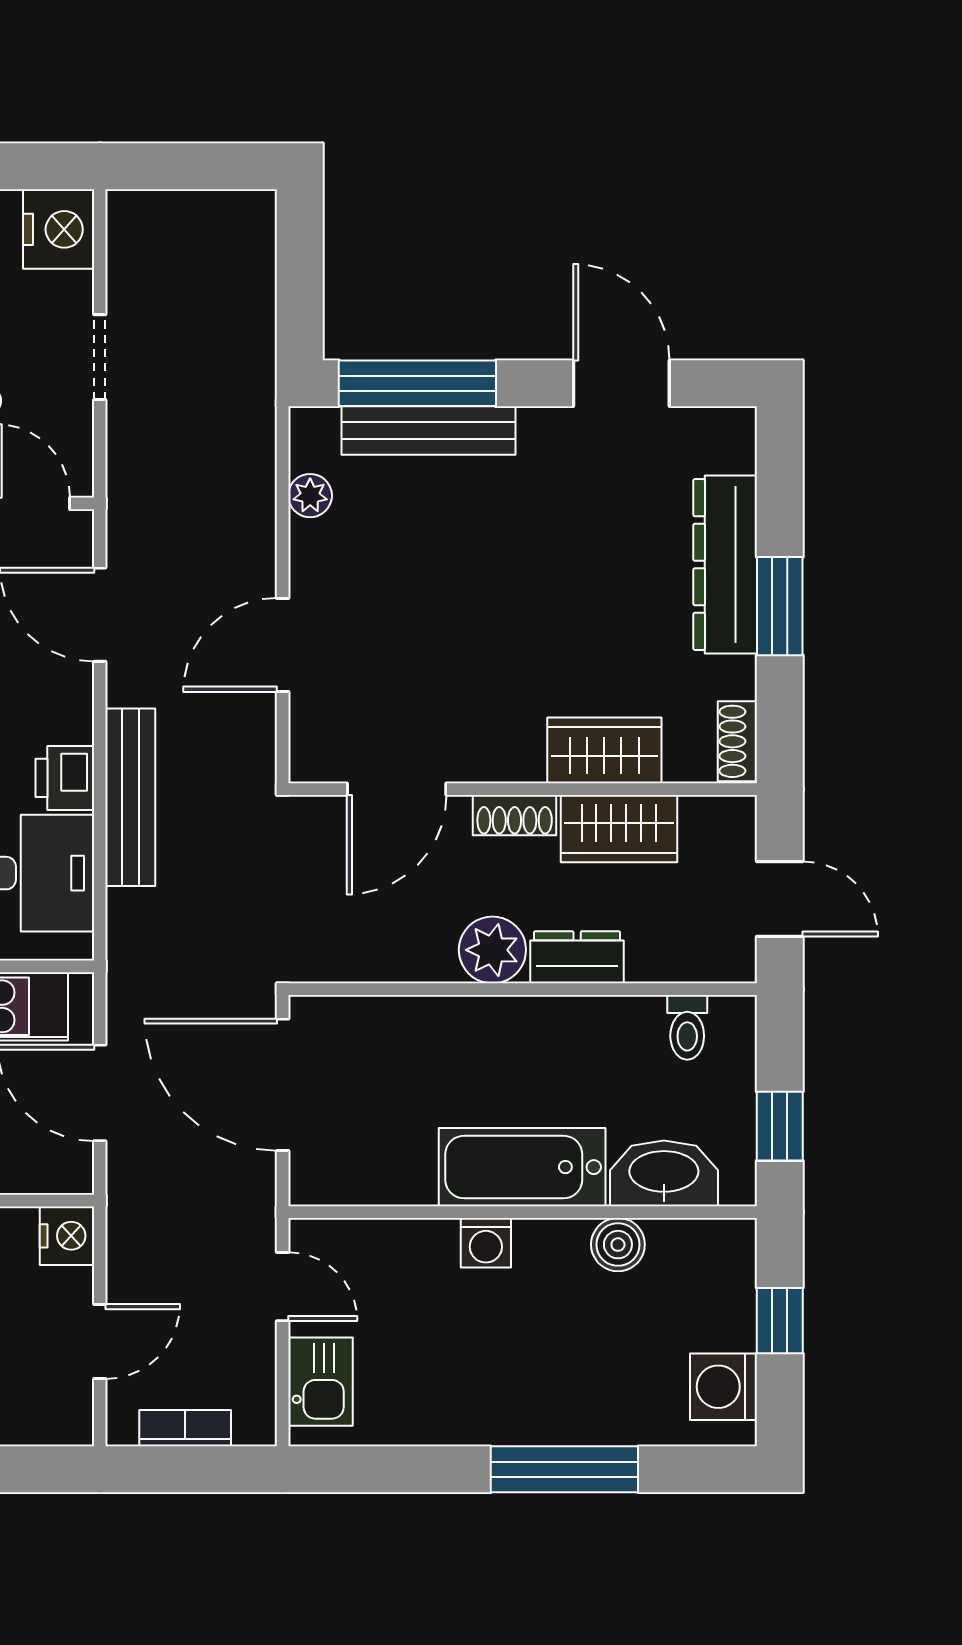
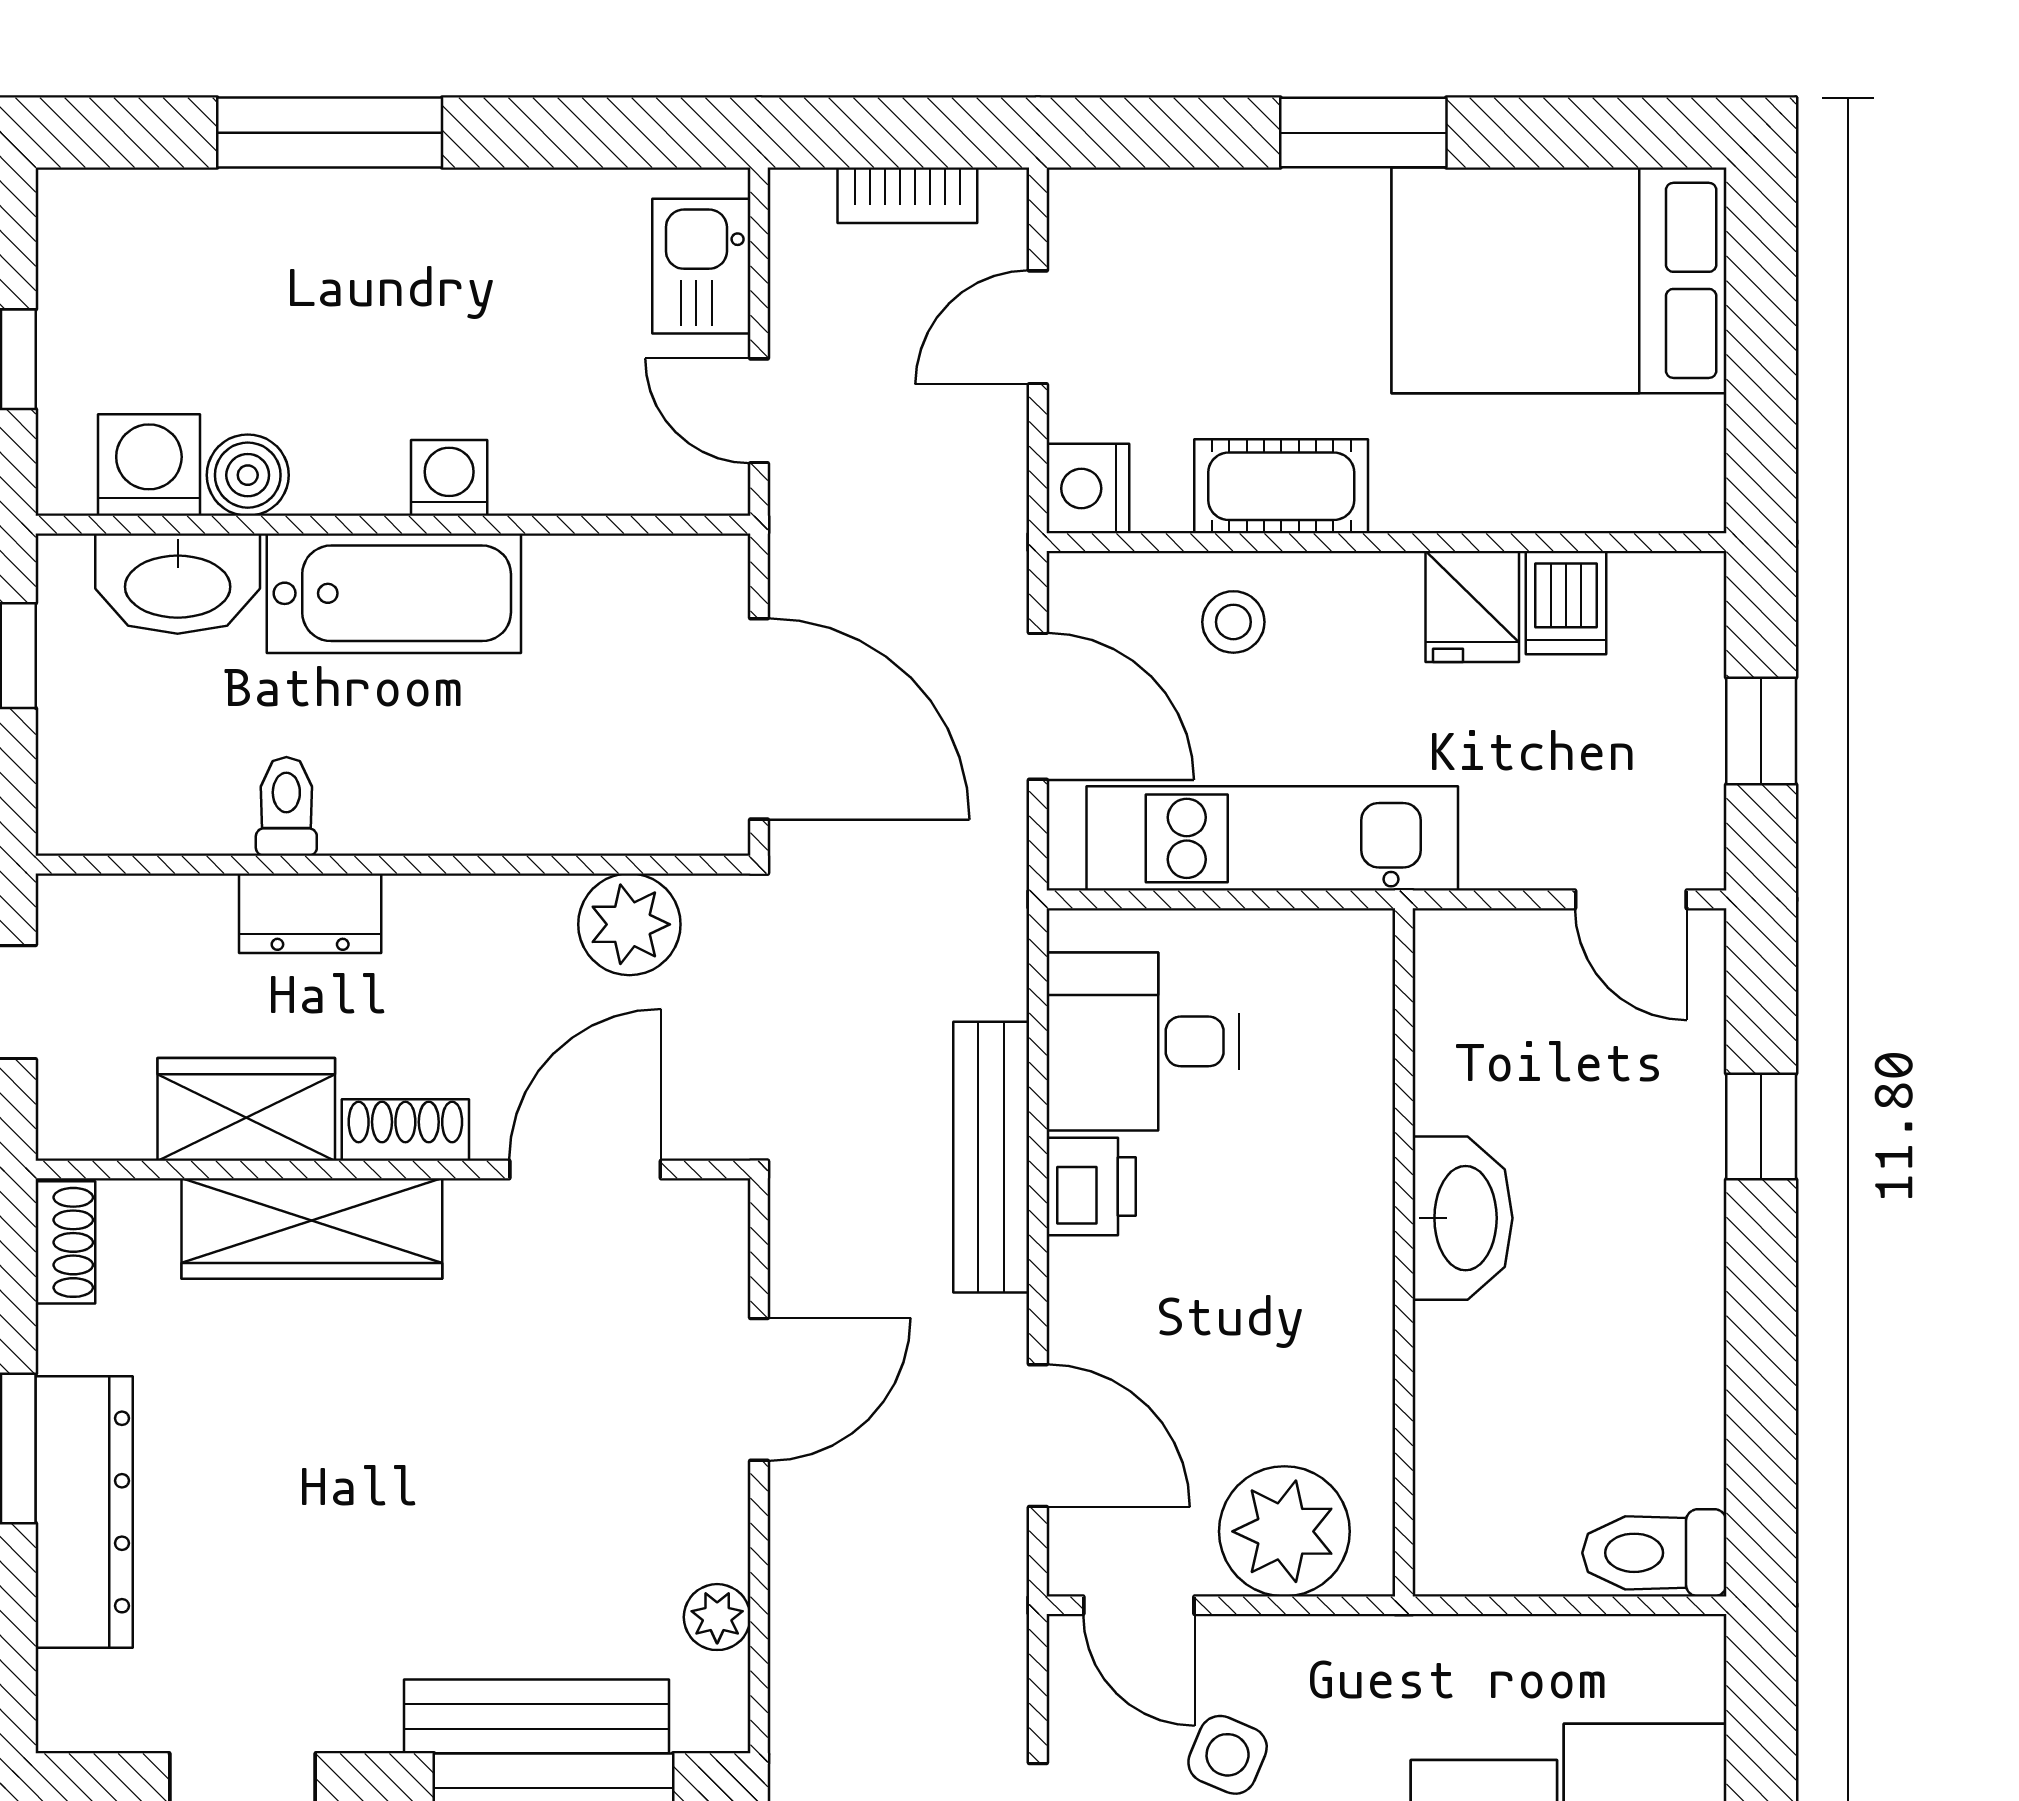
wardrobe: (604, 750) -> (312, 1229), width x1.50
plant: (492, 950) -> (629, 924), moved
toilet: (687, 1027) -> (286, 806), moved
washing machine: (724, 1387) -> (149, 465), moved, turned -90

